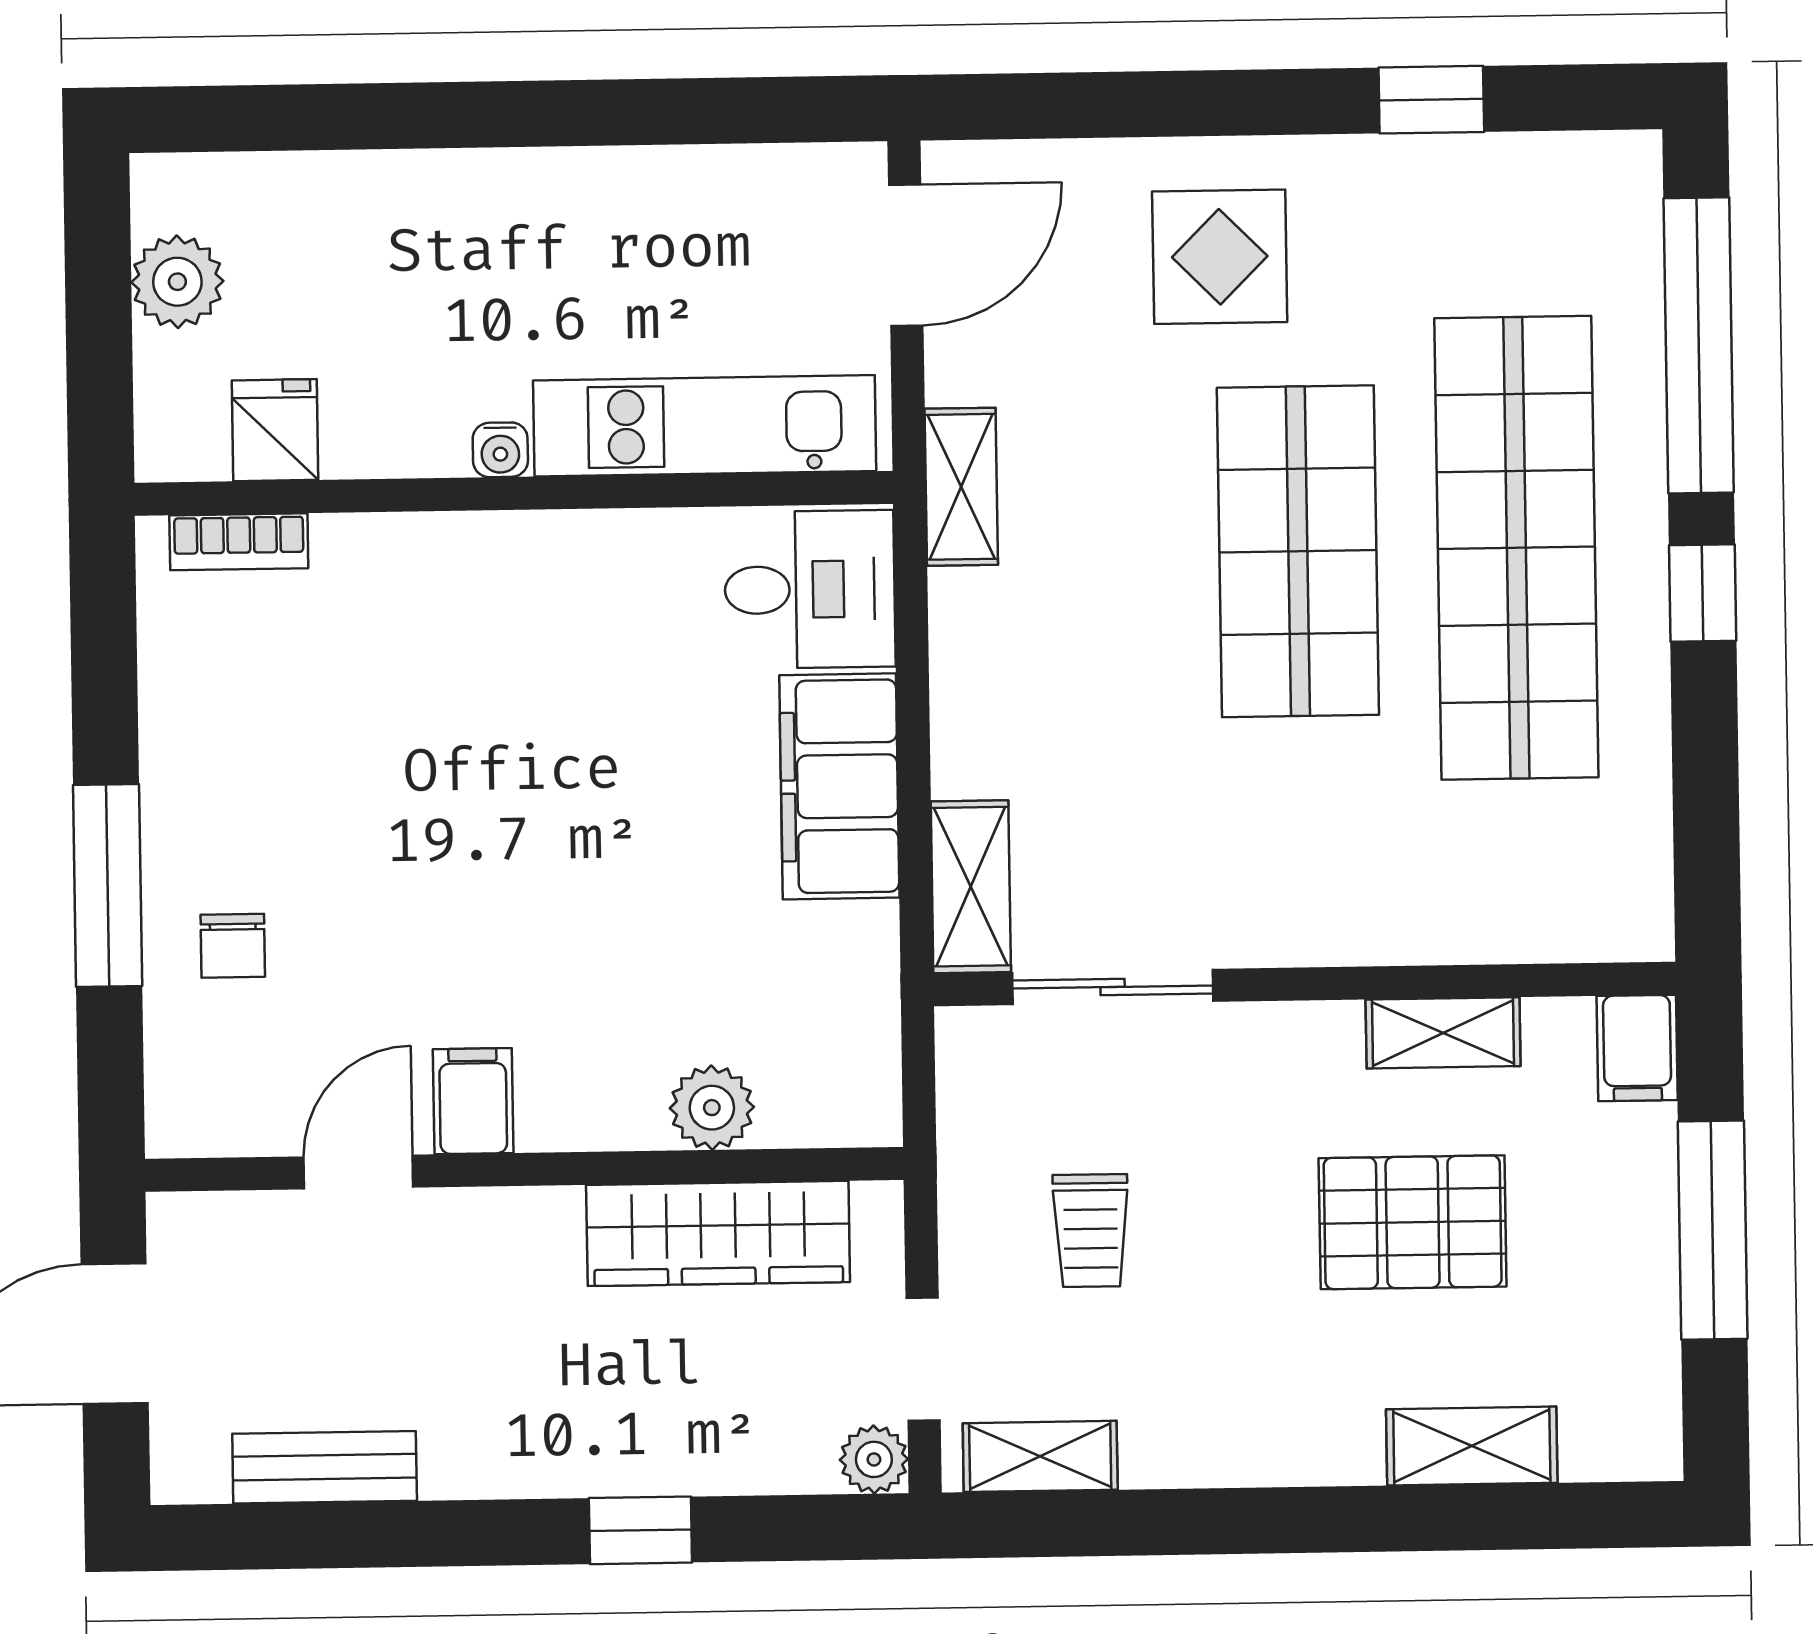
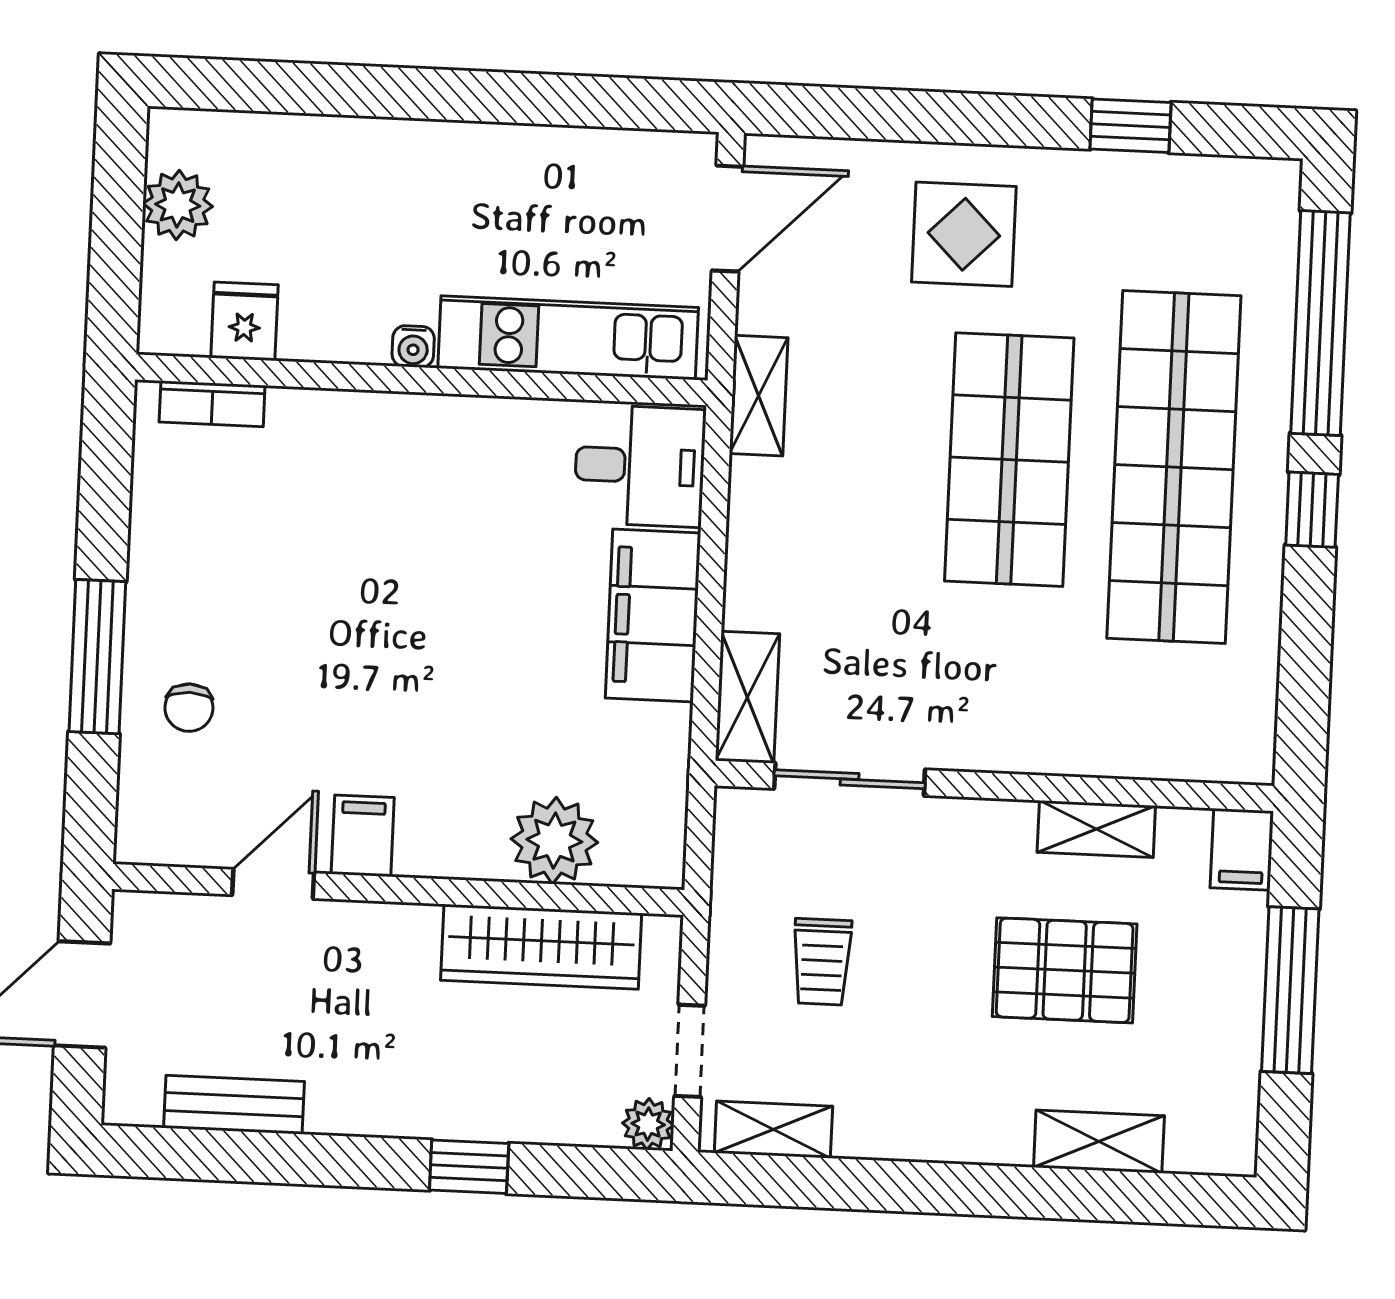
plant: (712, 1108) -> (554, 841), width x1.36, depth x1.36

